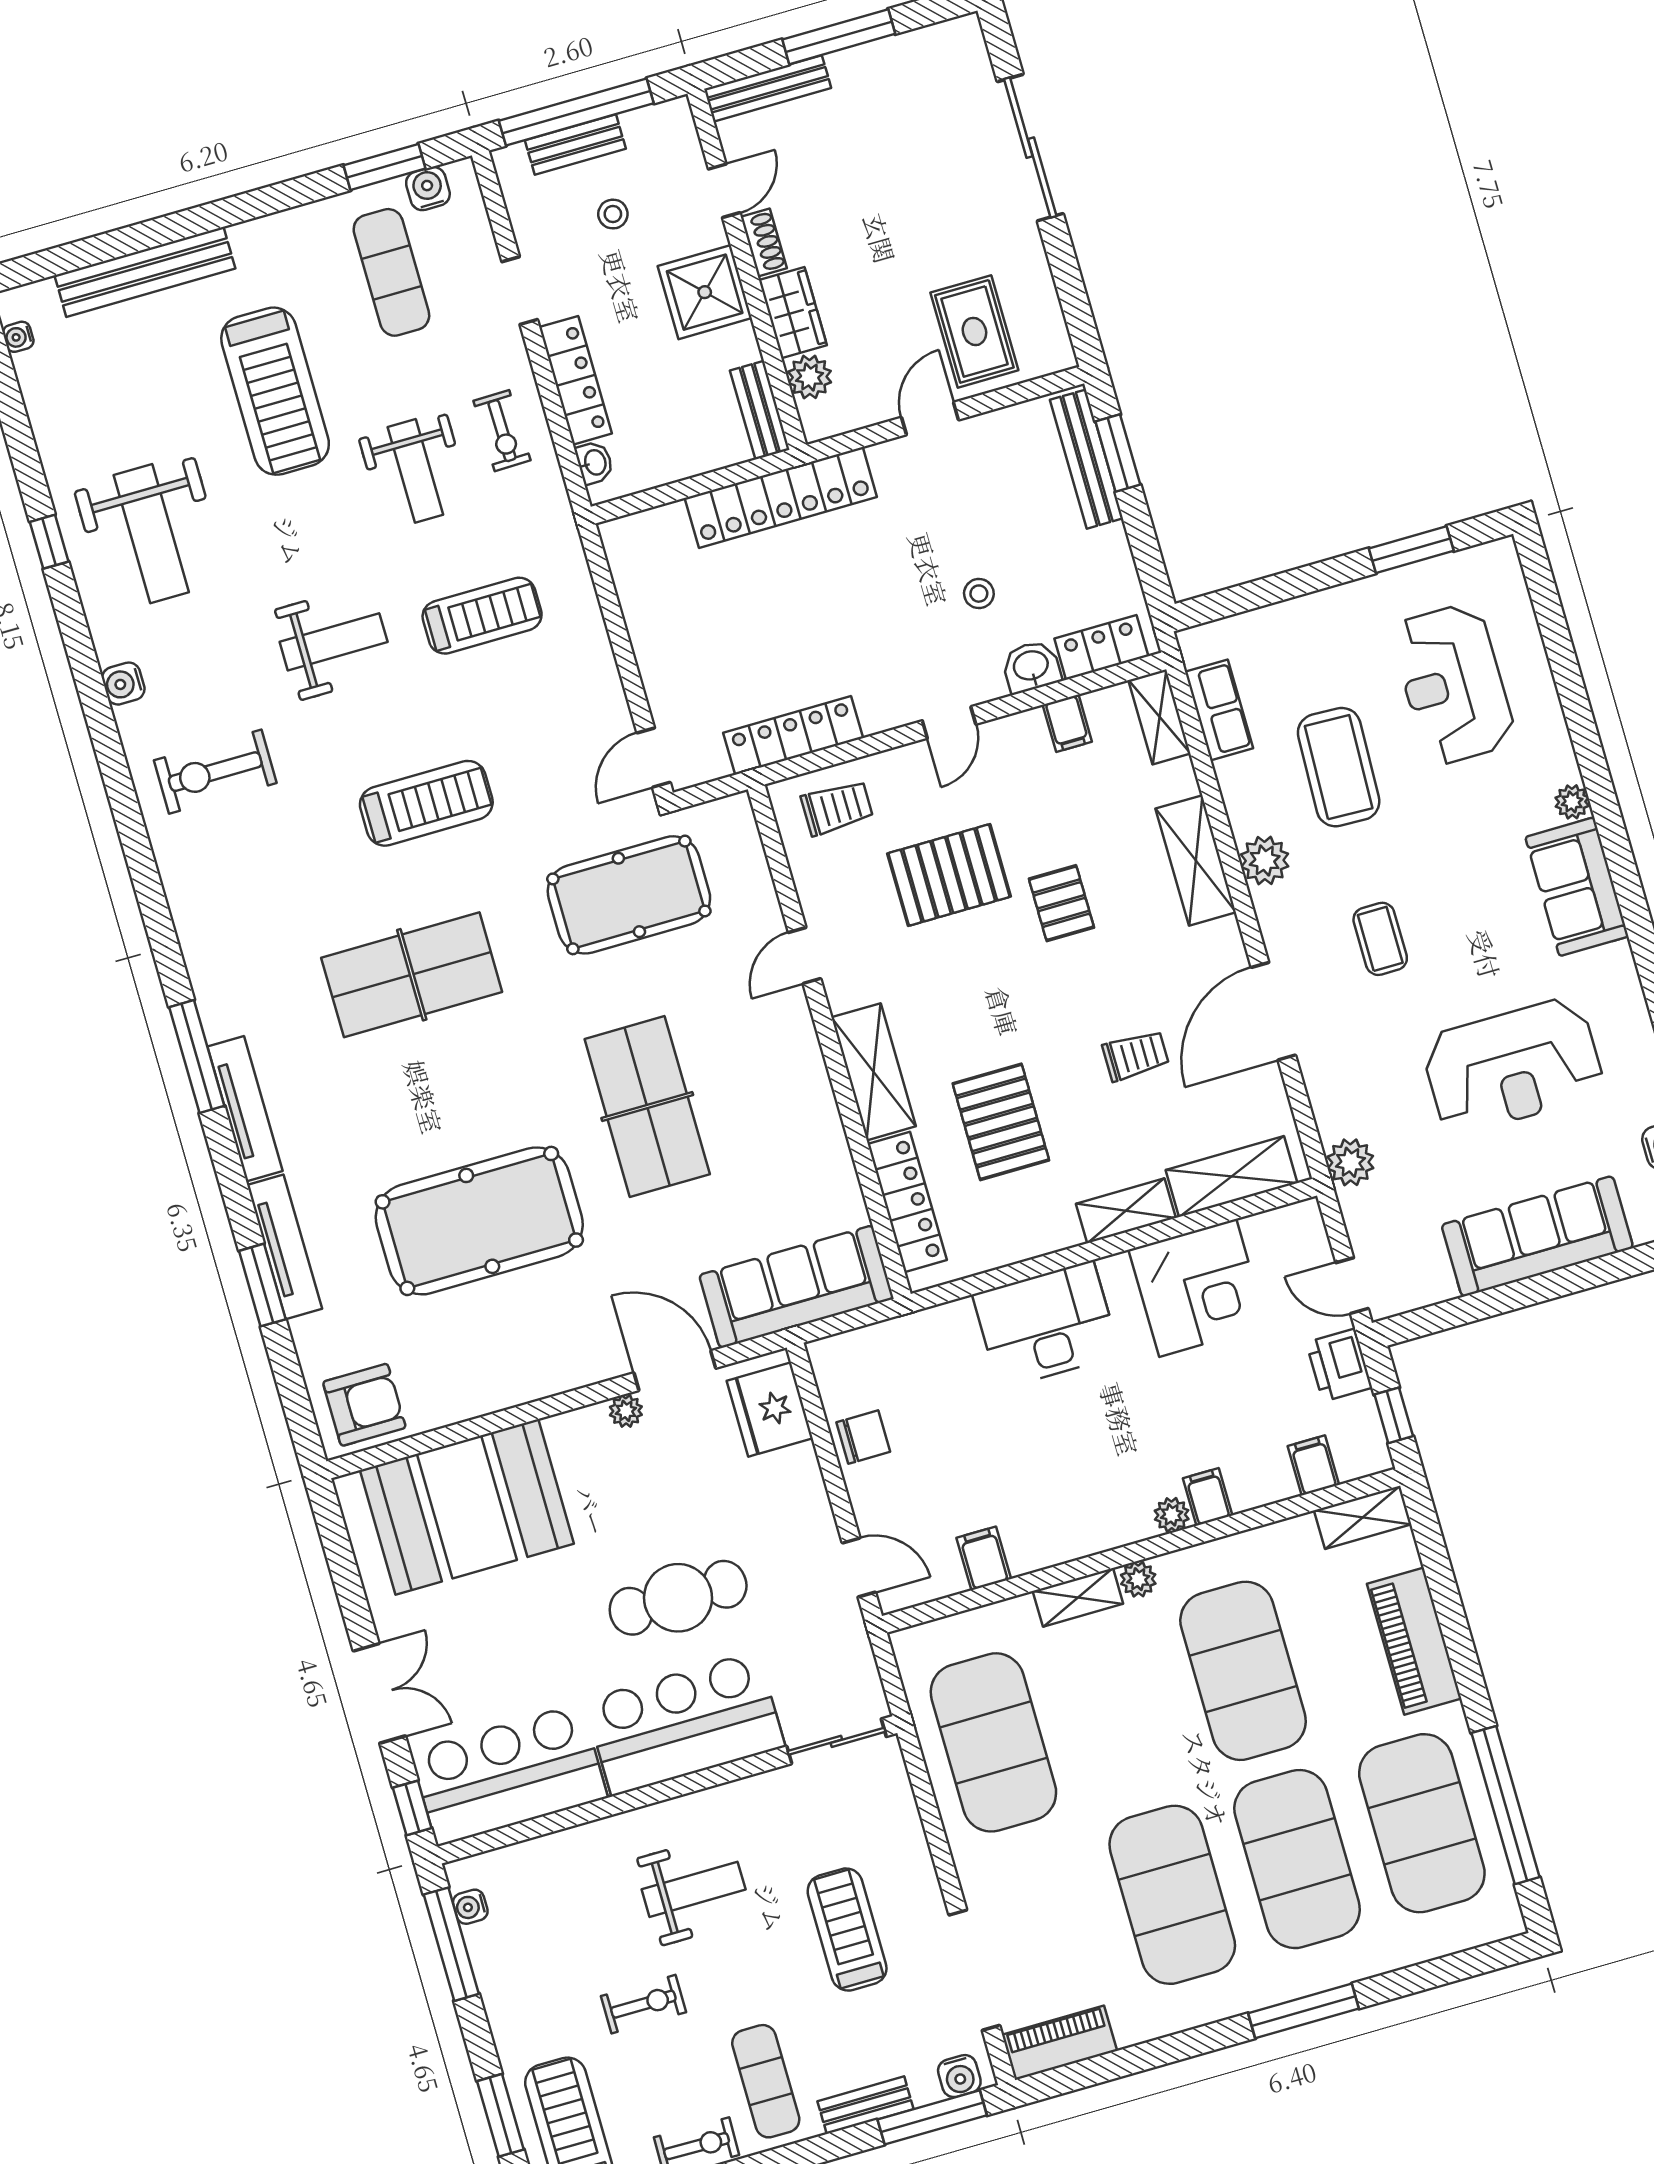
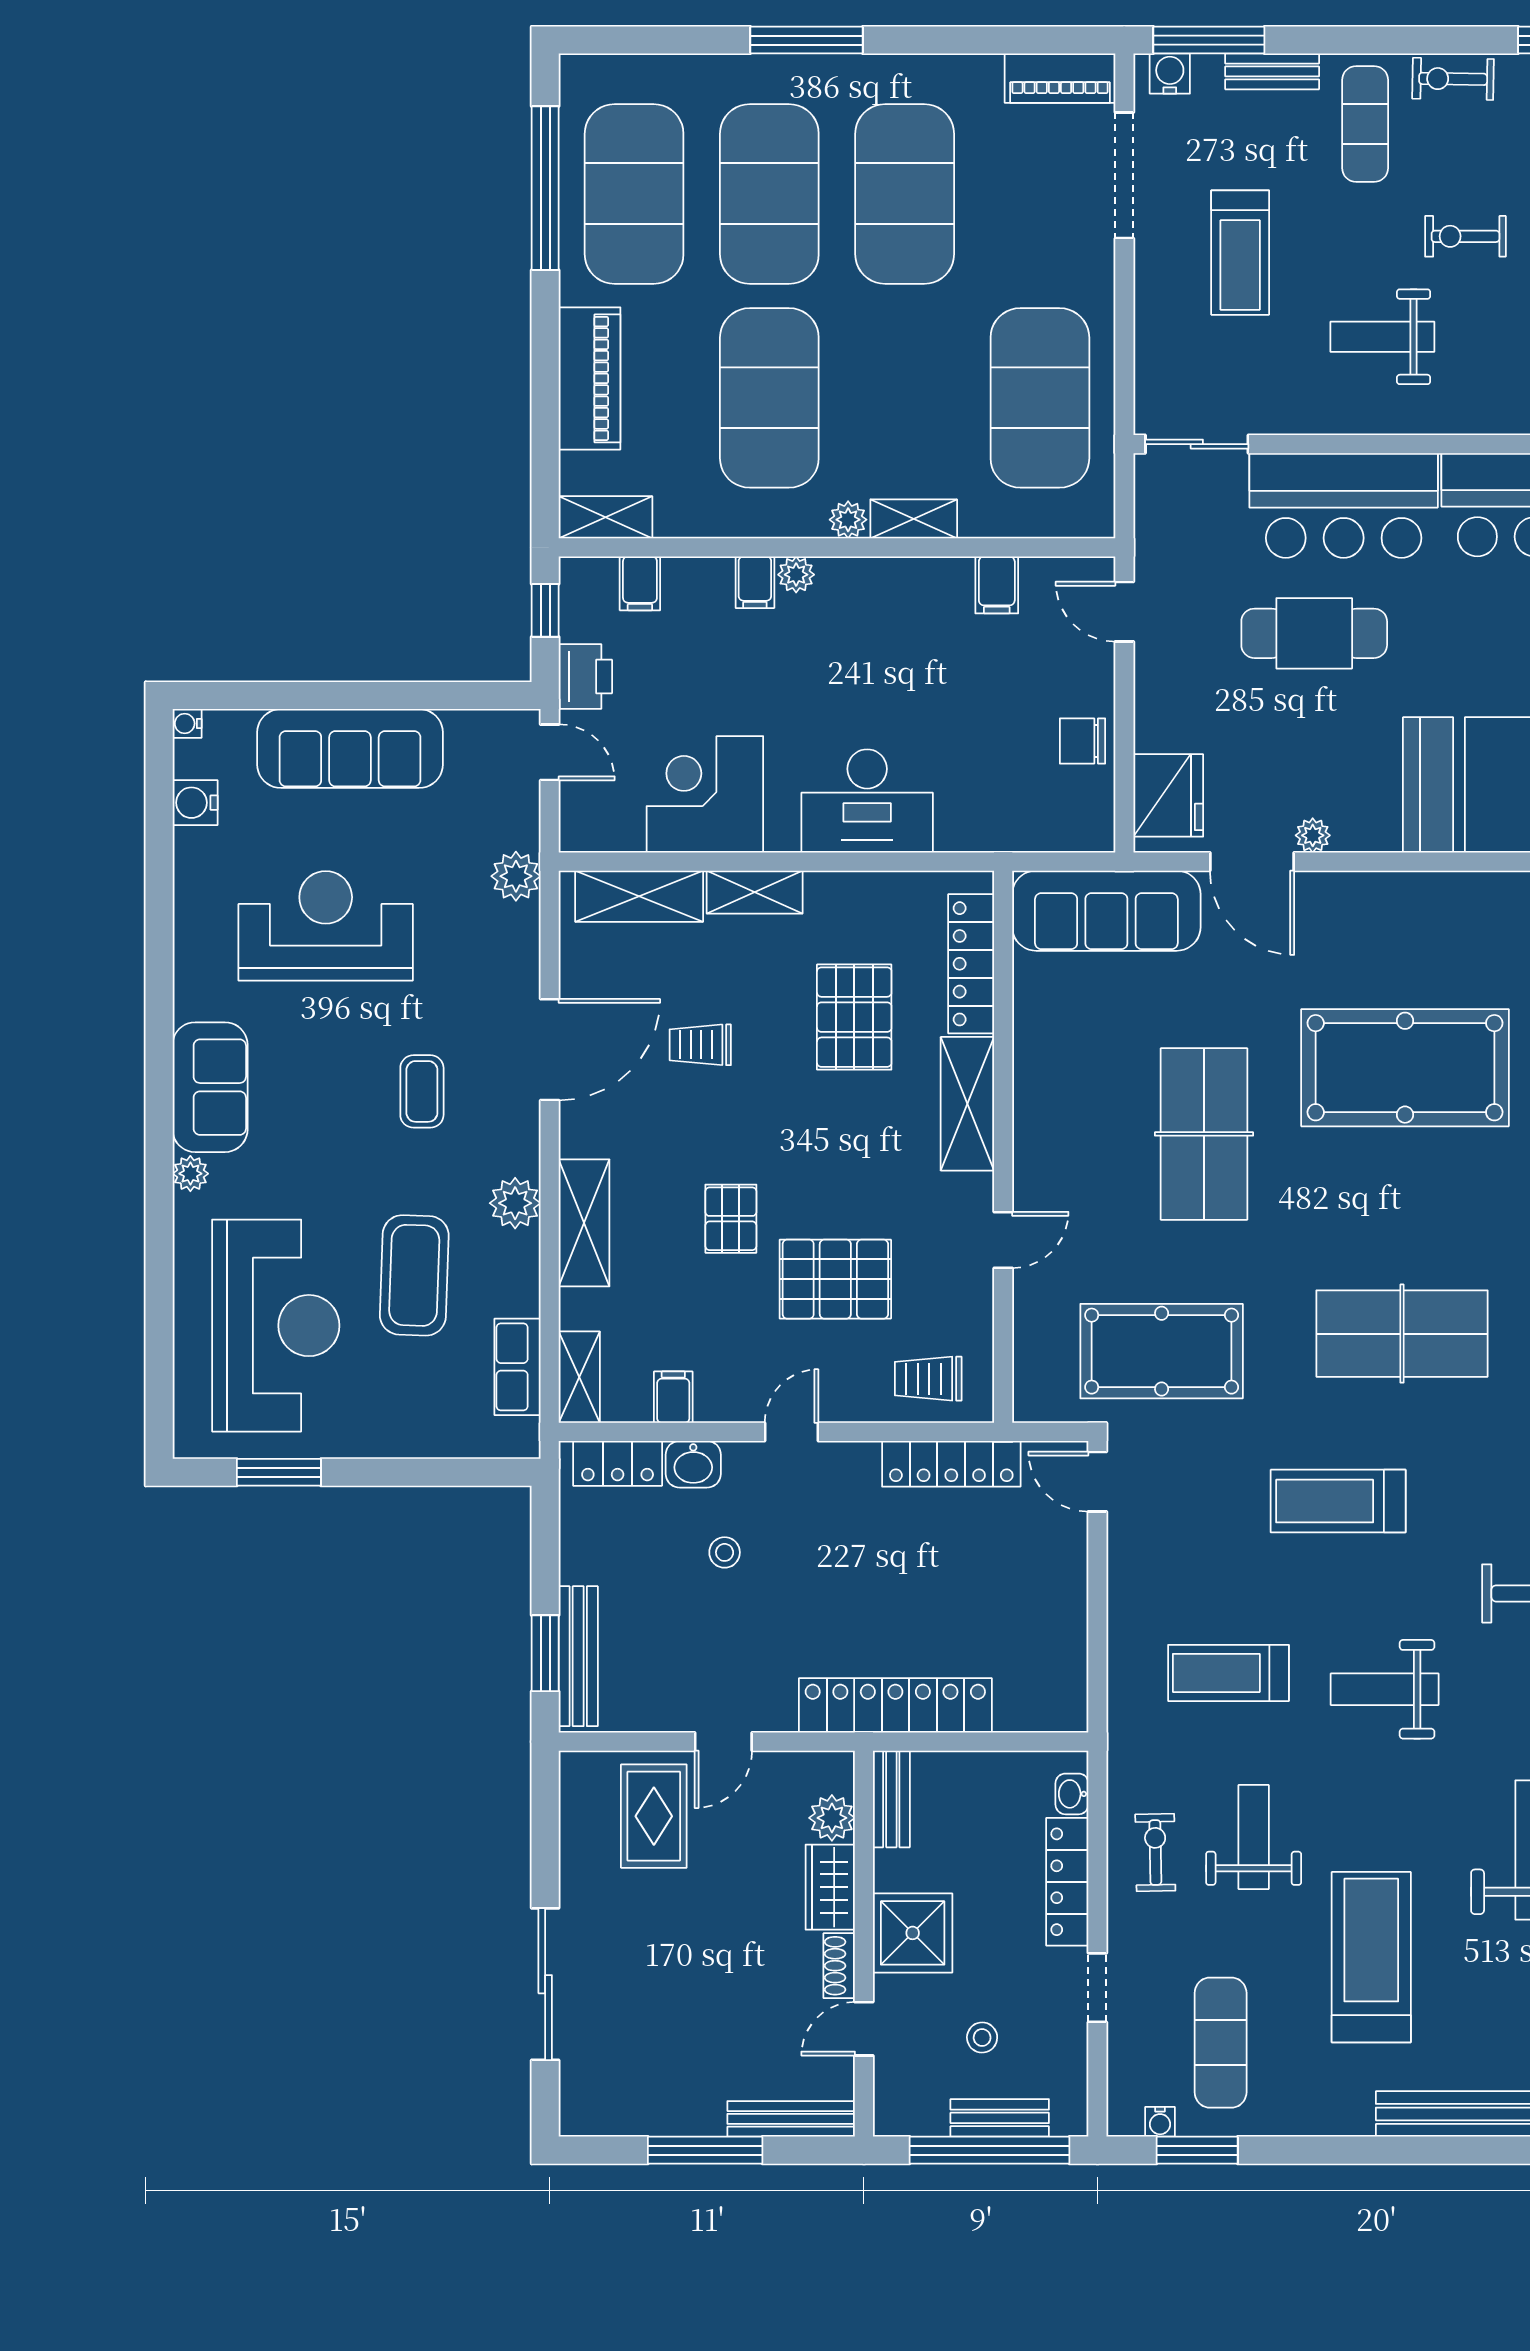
water cooler: (428, 189) -> (1160, 2122), width x0.72, depth x0.72
reception desk: (1453, 684) -> (276, 1326), width x1.36, depth x1.30
door: (654, 758) -> (1097, 1482), swing flipped

